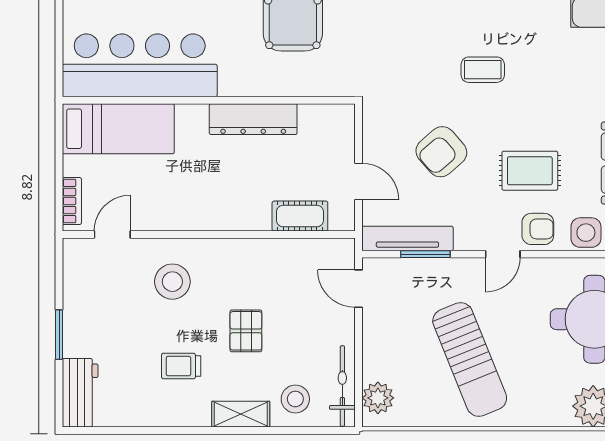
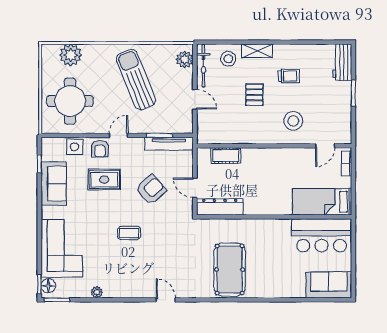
bar counter: (140, 65) -> (322, 235), width x0.73
dresser: (253, 119) -> (220, 207), moved
door: (359, 181) -> (195, 188), moved
armchair: (538, 229) -> (100, 149), turned -90
door: (359, 289) -> (195, 99), moved

